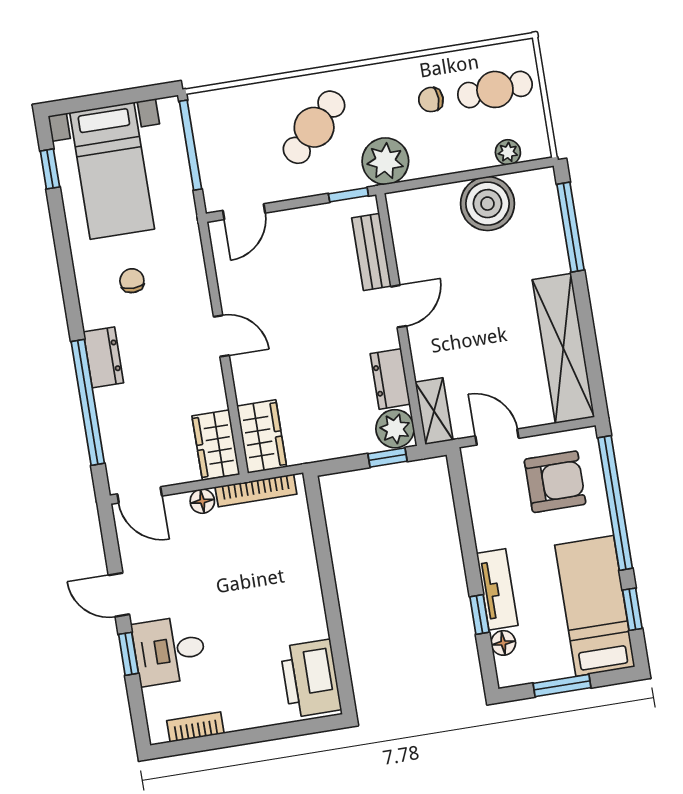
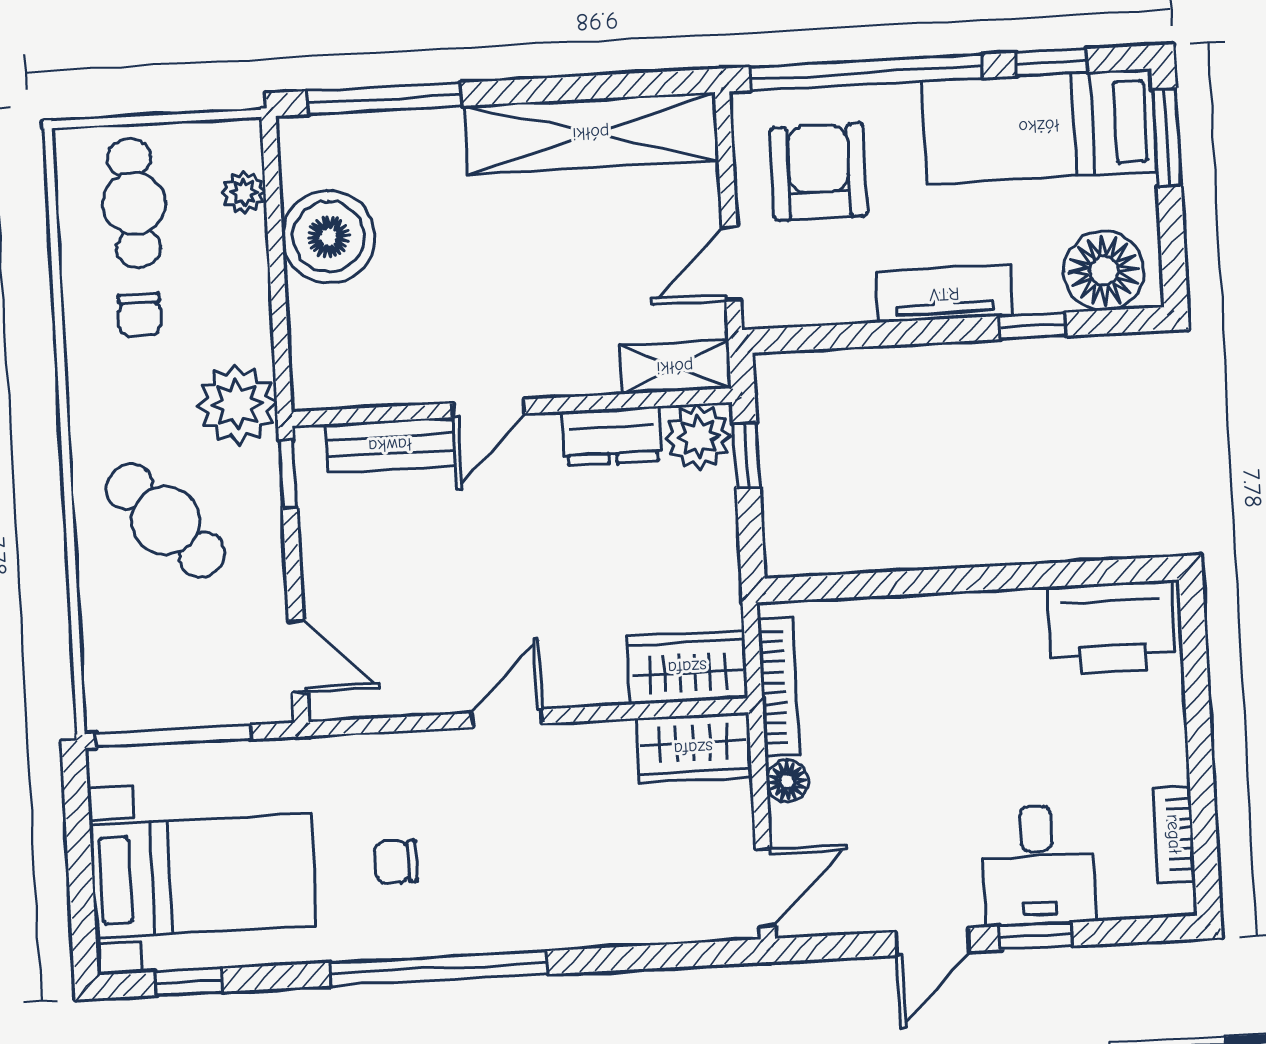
door: (399, 306) -> (489, 408), swing flipped
dresser: (103, 357) -> (522, 925), removed
window: (88, 402) -> (439, 968), moved
tv unit: (497, 589) -> (944, 294), moved
floor lamp: (503, 643) -> (1104, 271), width x1.89, depth x1.89
window: (562, 685) -> (1167, 138), moved

